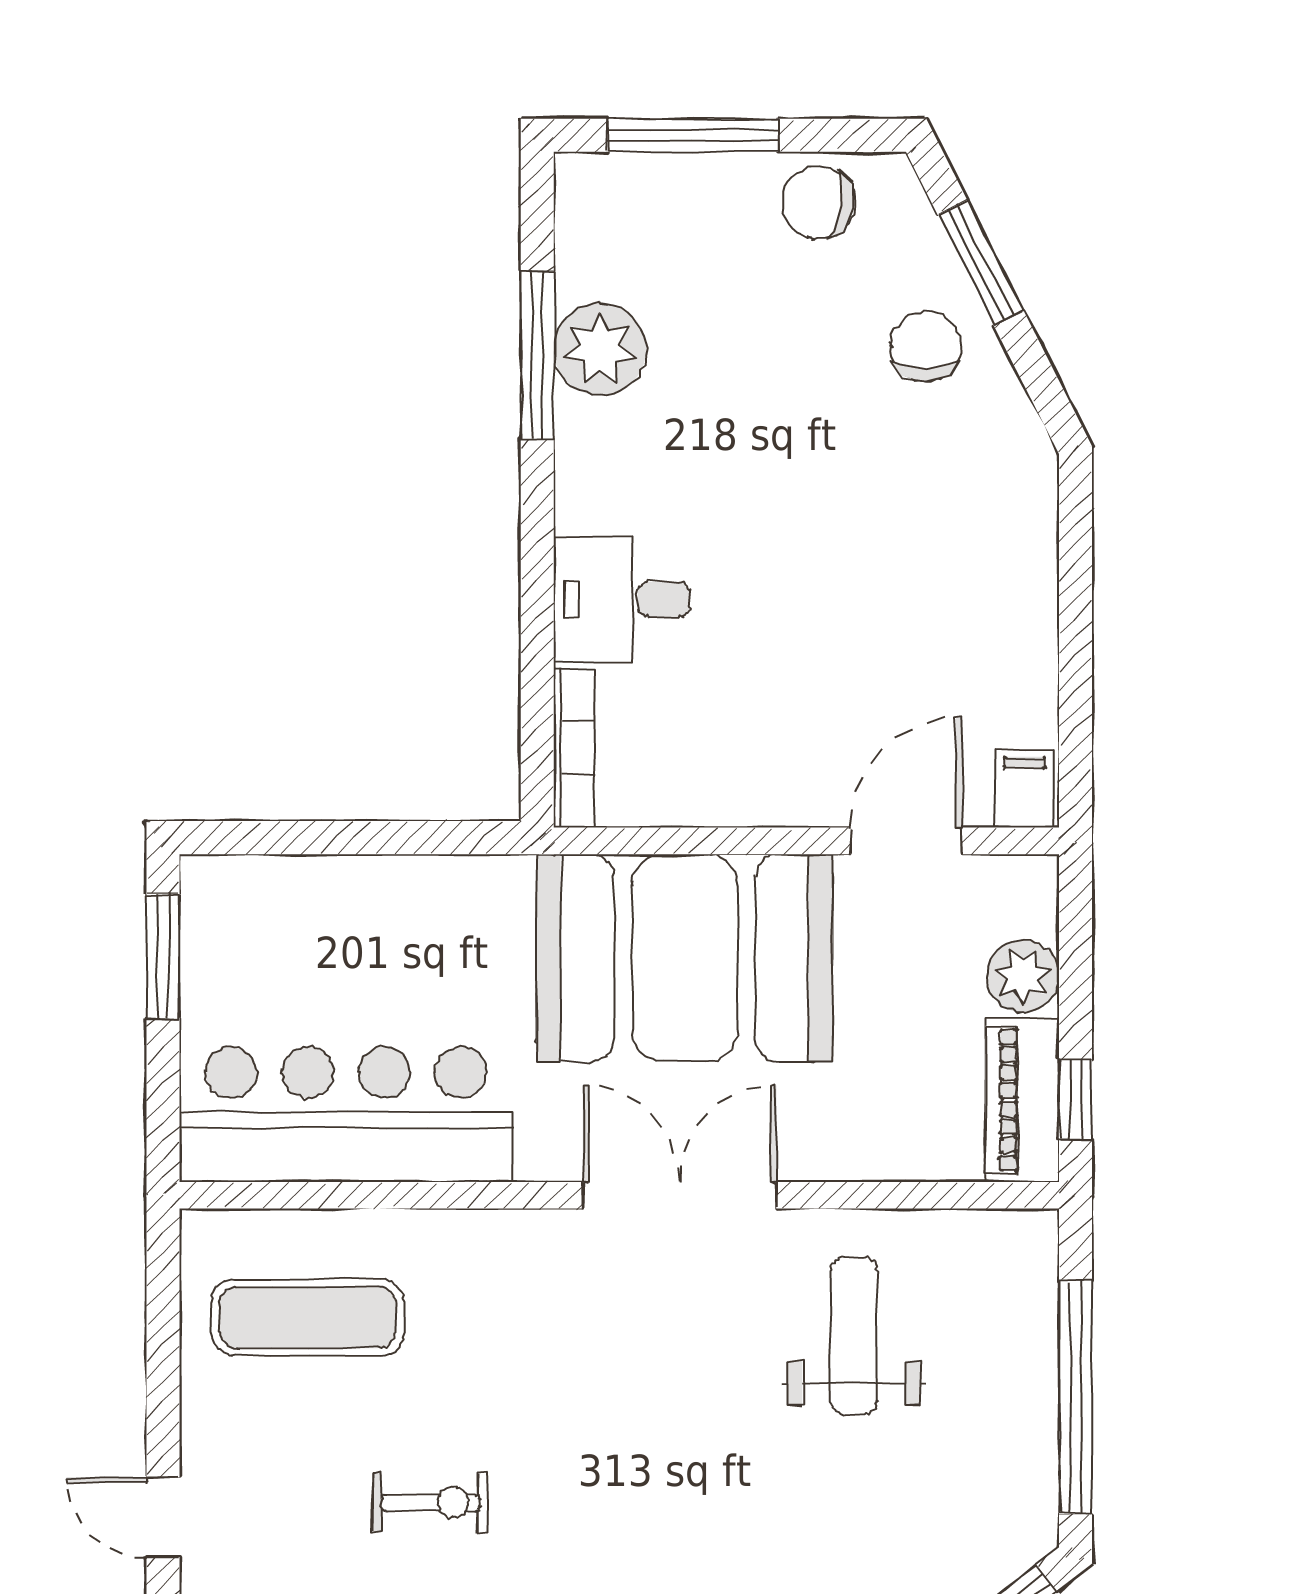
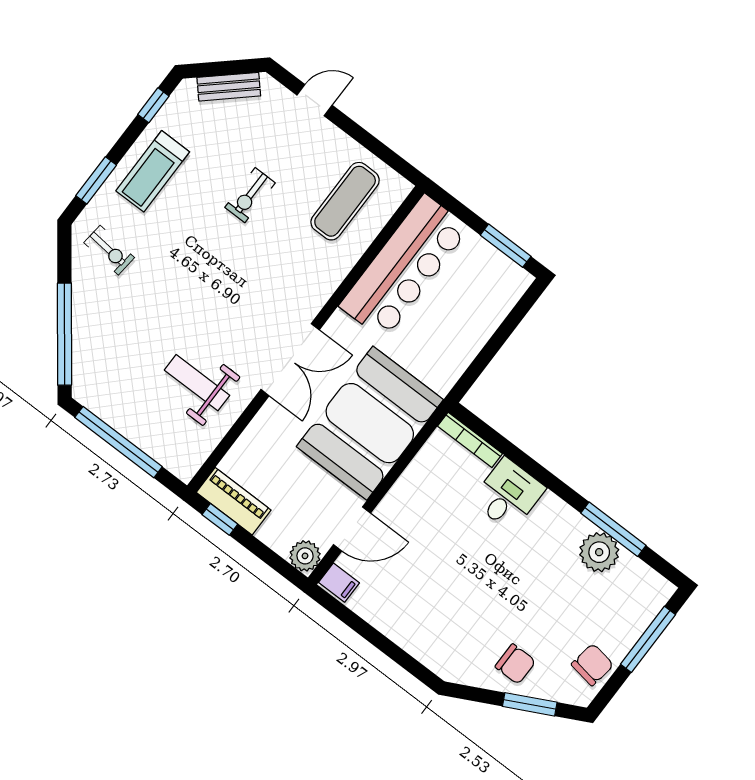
door: (906, 841) -> (352, 529), hinge flipped
plant: (1023, 976) -> (305, 556), moved
weight bench: (854, 1336) -> (197, 383), turned 180

